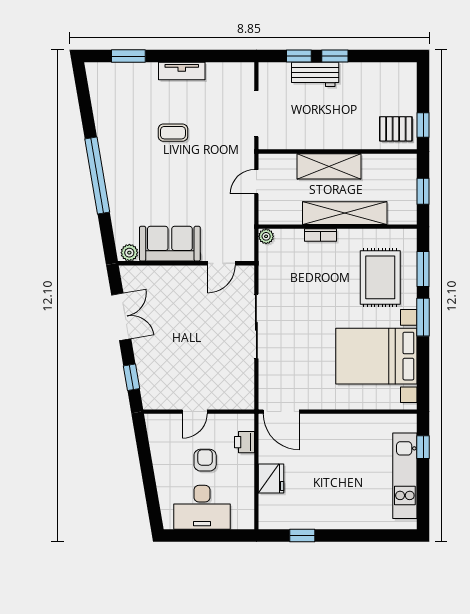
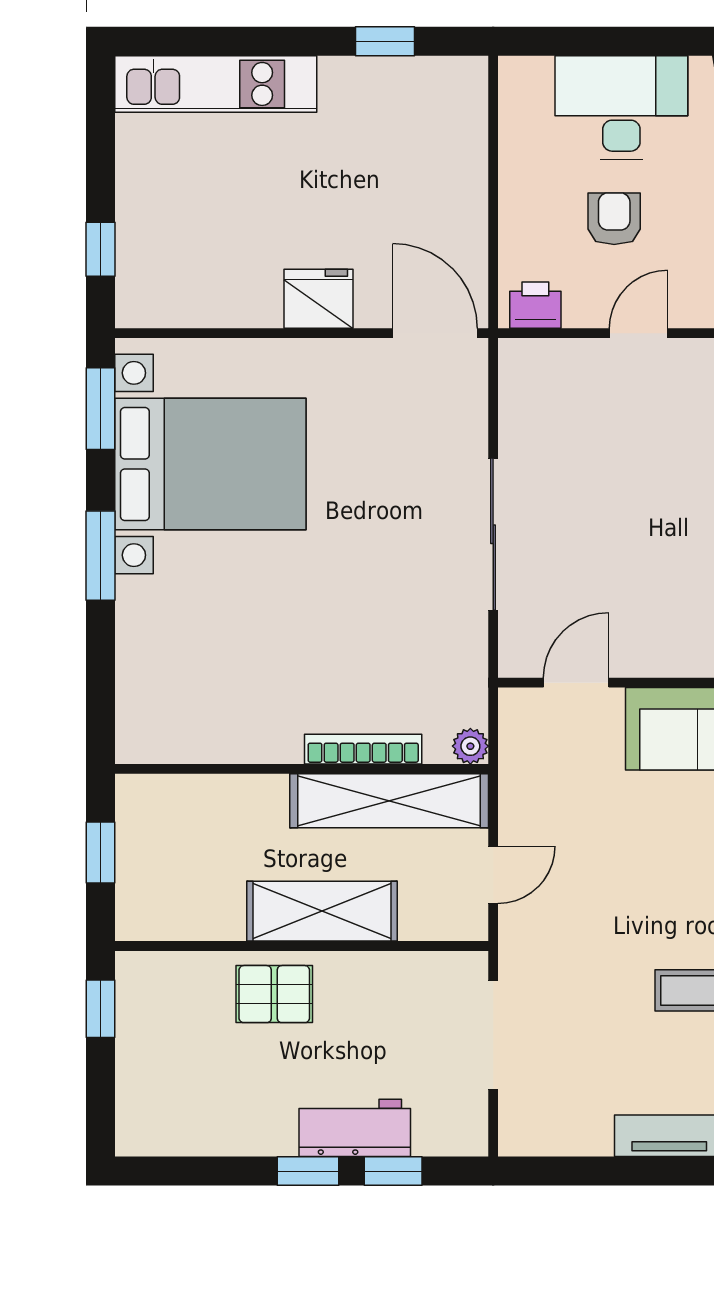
pallet: (396, 129) -> (274, 994), moved
shelving: (345, 213) -> (389, 801), moved
bookcase: (320, 235) -> (363, 749), width x1.56
window: (423, 269) -> (100, 409), moved
rug: (380, 277) -> (201, 649), removed
printer: (245, 442) -> (535, 305), moved, turned -90
armchair: (205, 460) -> (614, 219), turned 180
kitchen unit: (405, 476) -> (216, 84), moved, turned 90
fridge: (271, 478) -> (318, 299), moved, turned 90

